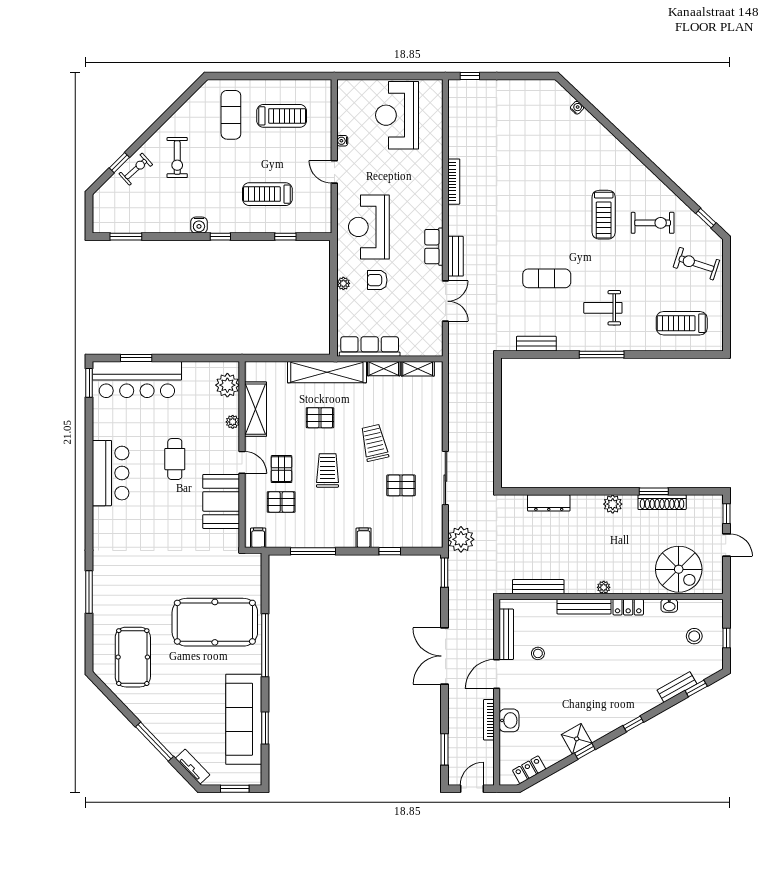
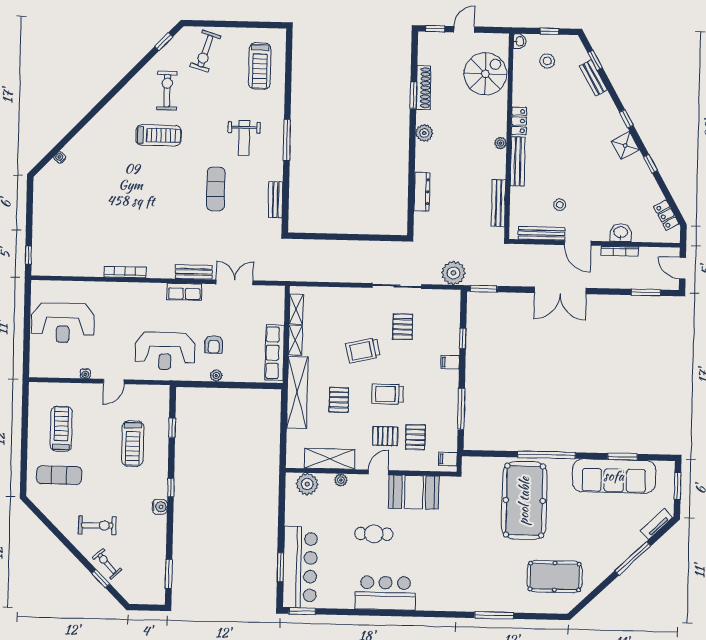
washbasin: (669, 606) -> (520, 41), moved
shower: (577, 739) -> (625, 145), moved

